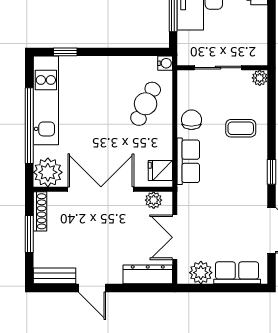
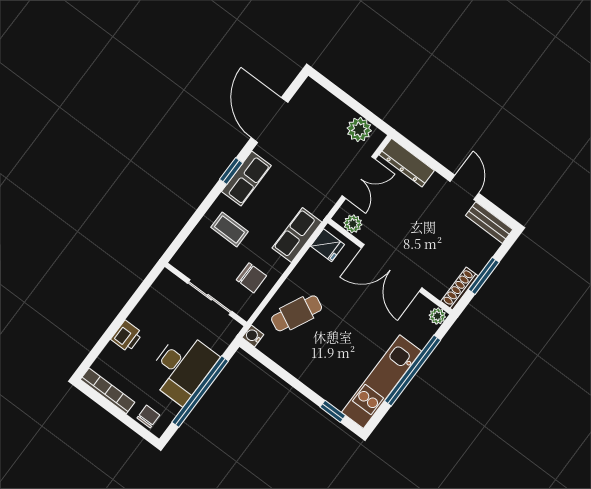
plant: (260, 78) -> (180, 261), removed
chair: (191, 120) -> (251, 278), moved, turned -90
plant: (48, 172) -> (437, 316), width x0.53, depth x0.53
row of seats: (237, 273) -> (246, 178), moved, turned -90

